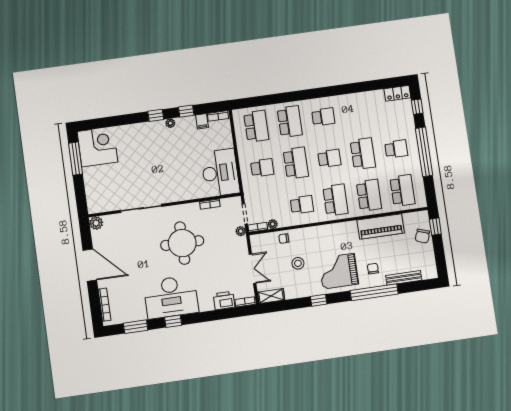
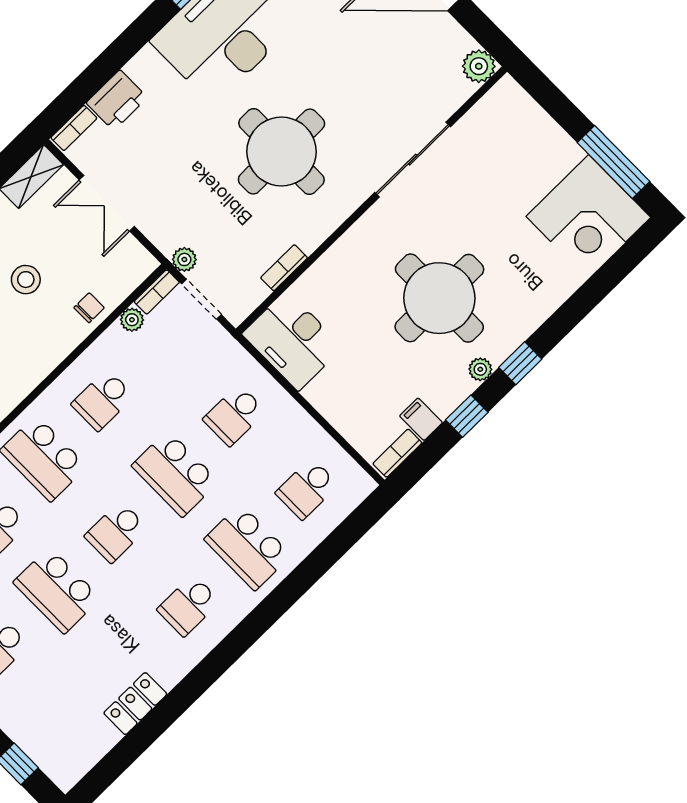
locker: (397, 93) -> (135, 704), moved
school desk: (256, 126) -> (307, 489), width x0.54
round table: (166, 156) -> (439, 298), added
desk: (220, 173) -> (292, 341), width x0.73, depth x0.77

